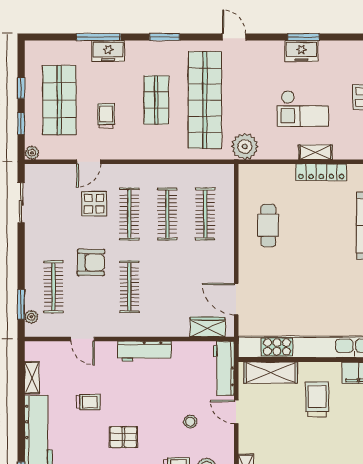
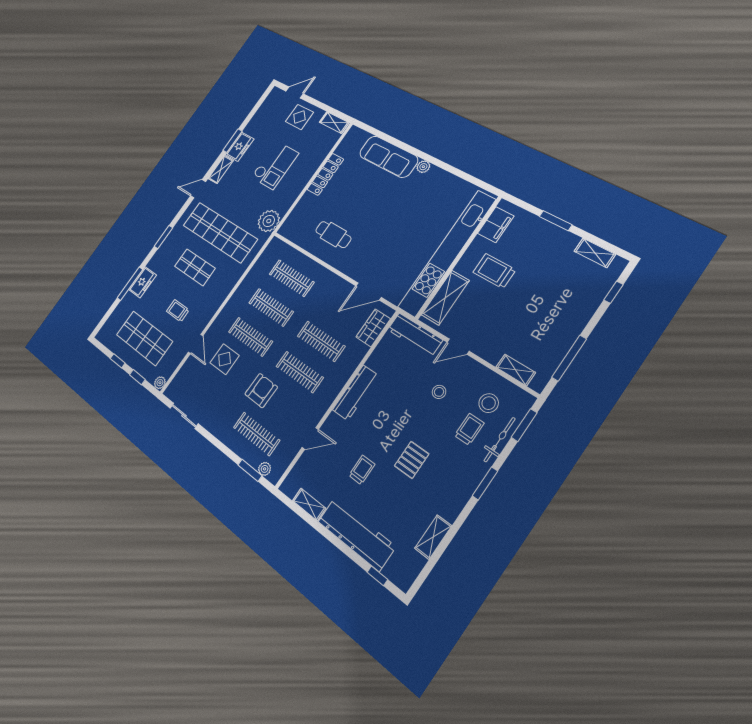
shelving: (316, 152) -> (221, 170), moved
clothes rail: (167, 287) -> (321, 341), added

